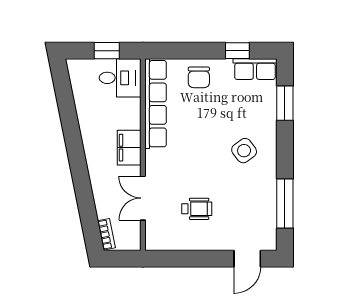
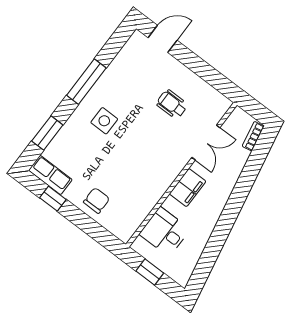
desk: (120, 78) -> (165, 232), moved
row of seats: (155, 104) -> (143, 205), removed
side table: (244, 151) -> (104, 121), turned 37
window: (285, 203) -> (86, 82), moved

